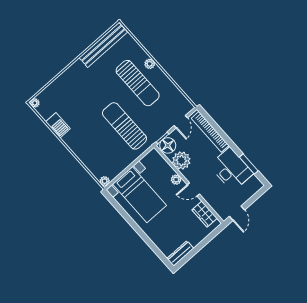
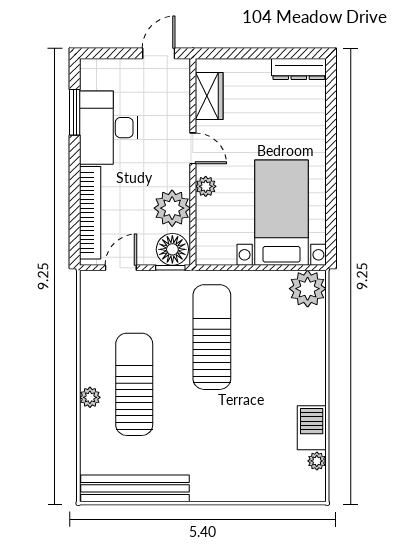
plant: (35, 103) -> (317, 461), moved
sun lounger: (124, 126) -> (212, 337), turned 180
plant: (105, 181) -> (308, 289), width x1.88, depth x1.88

